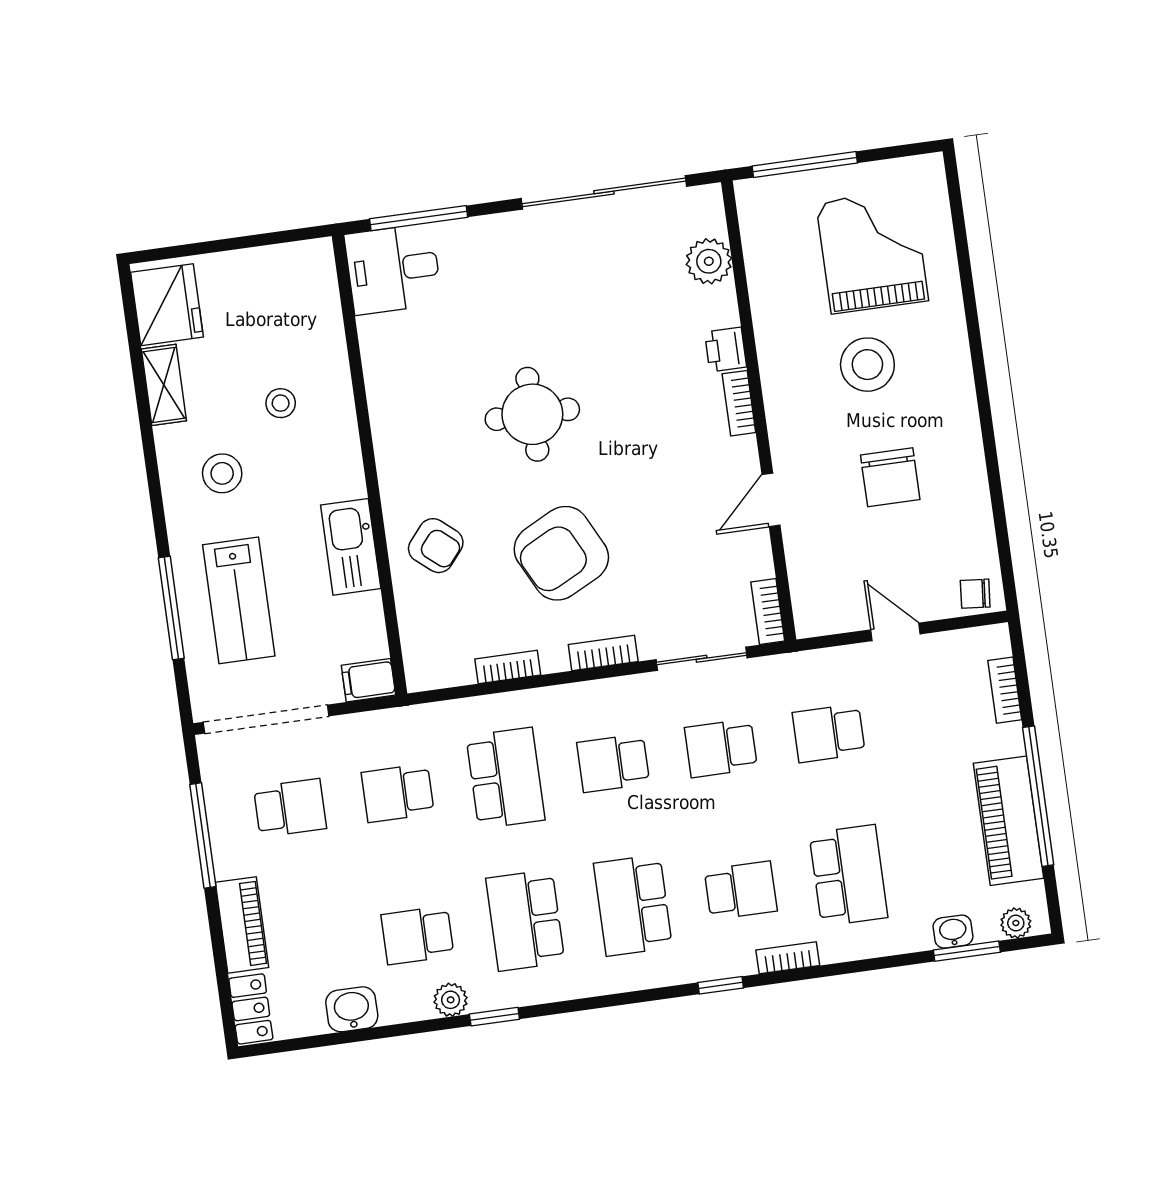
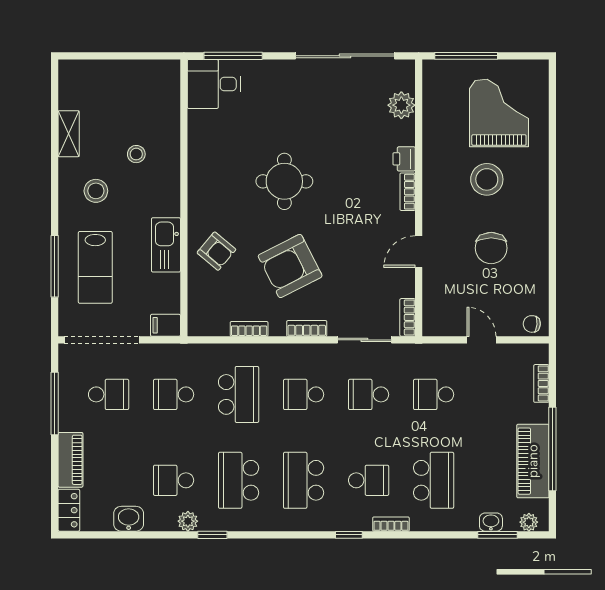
fridge: (167, 305) -> (77, 86), removed

